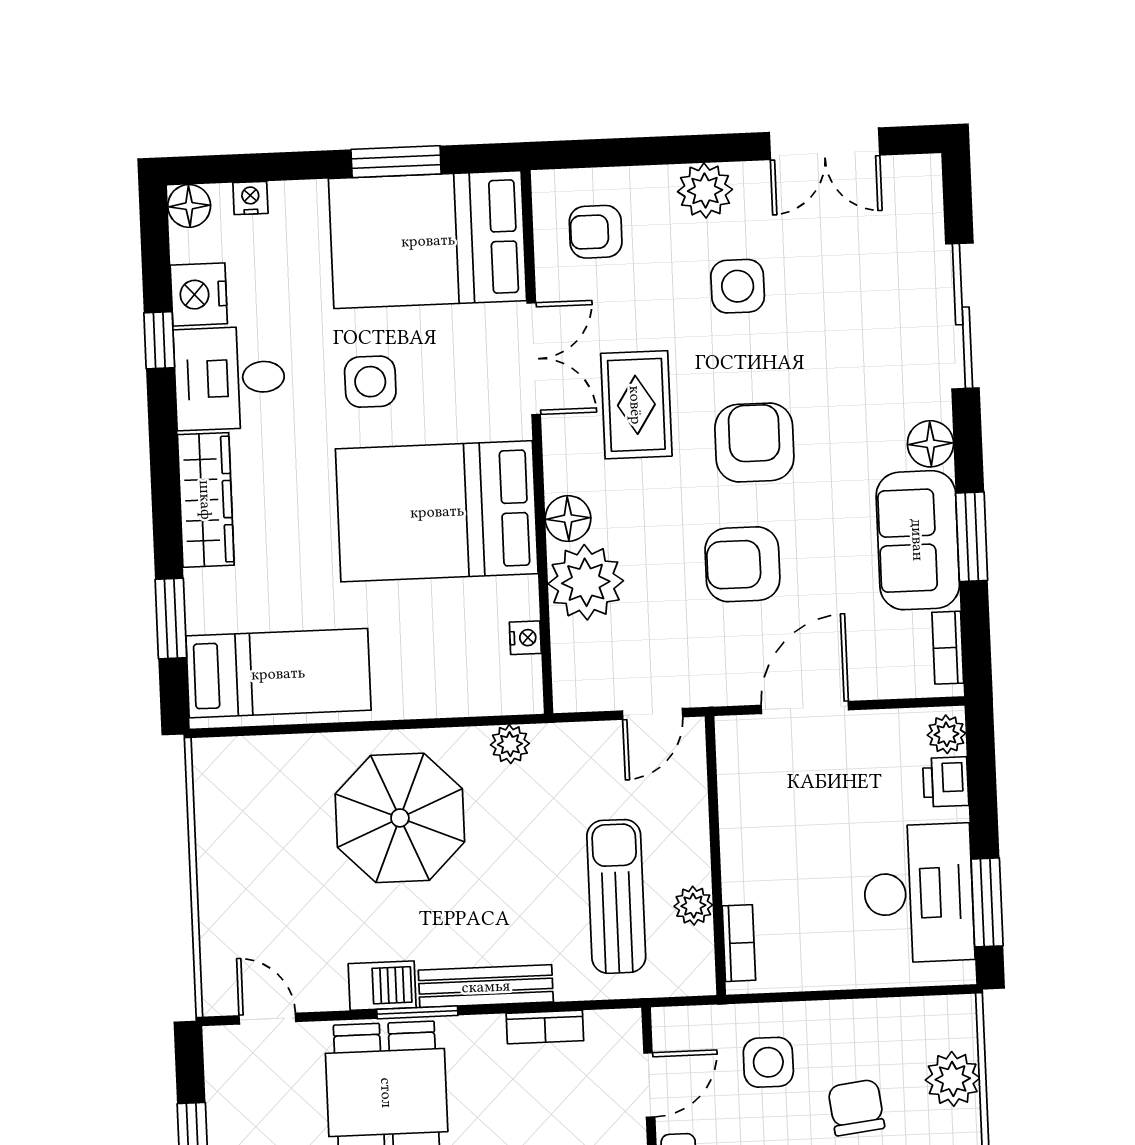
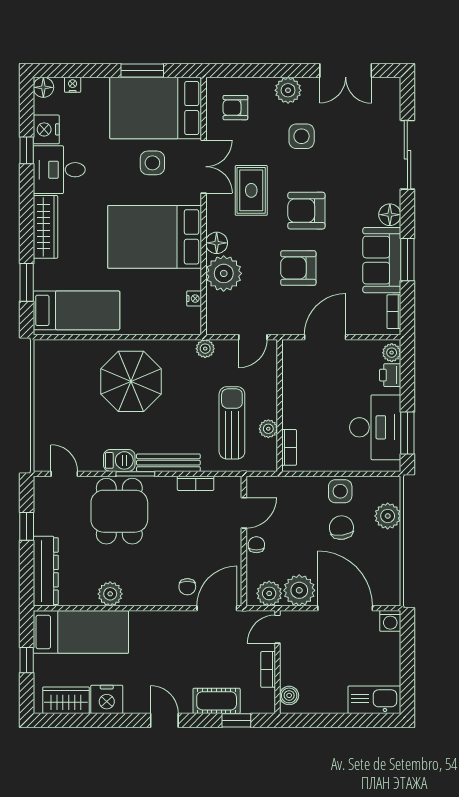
side table: (370, 382) -> (152, 163), moved
armchair: (754, 443) -> (306, 211), turned -90
plant: (510, 744) -> (205, 349), moved
side table: (768, 1062) -> (340, 491), moved

